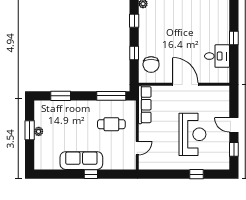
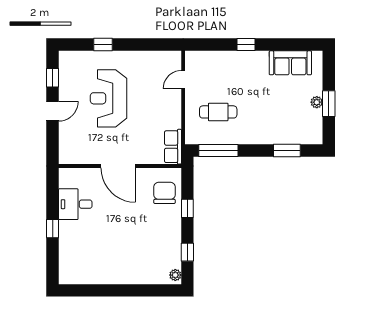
row of seats: (145, 105) -> (173, 147), width x0.68
door: (234, 125) -> (53, 111), hinge flipped
sofa: (81, 161) -> (290, 63), moved, width x0.73

